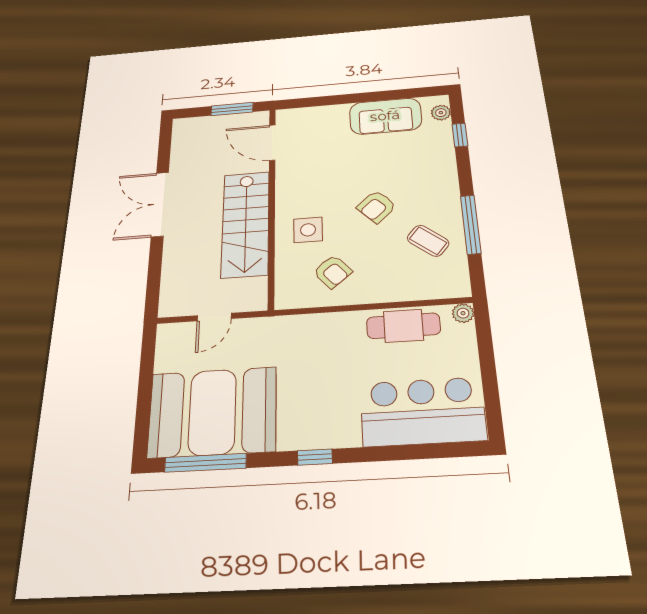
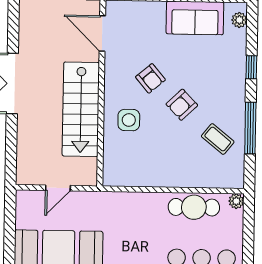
window: (460, 135) -> (251, 67), moved
armchair: (333, 272) -> (150, 78), moved

